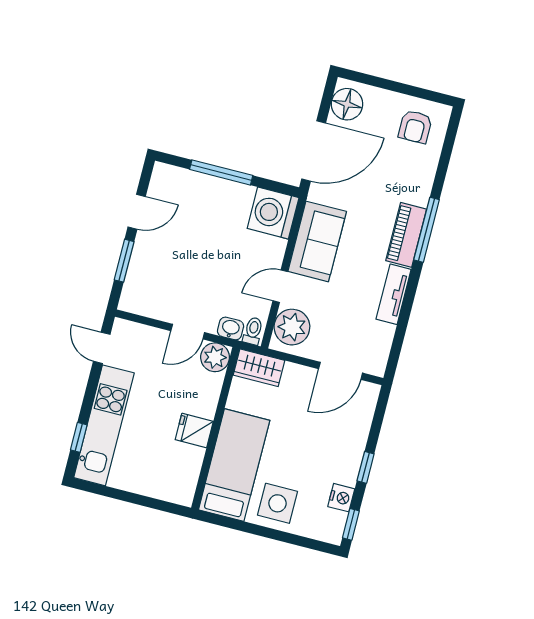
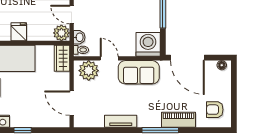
floor lamp: (347, 104) -> (222, 65), width x0.53, depth x0.53
piano: (406, 235) -> (178, 120), moved

